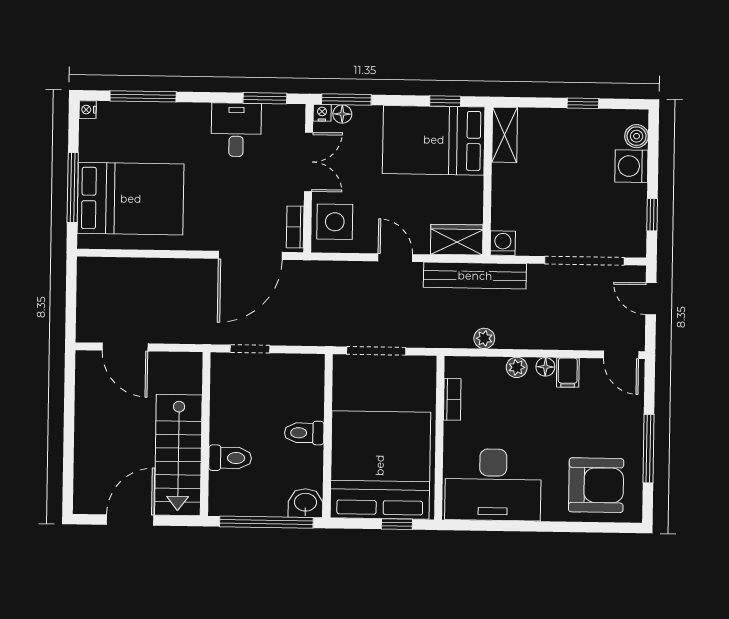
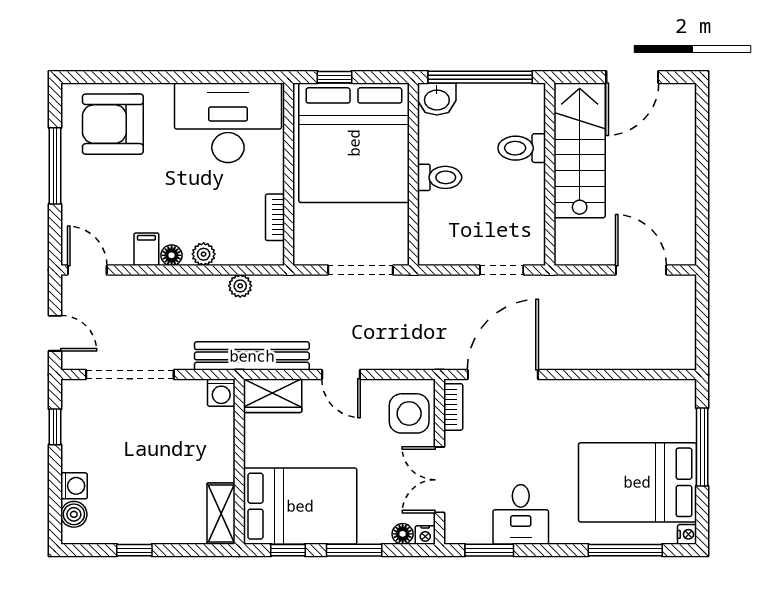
window: (346, 100) -> (354, 550), moved
washing machine: (631, 166) -> (74, 486), width x0.73, depth x0.73
bed: (131, 199) -> (637, 482), moved

